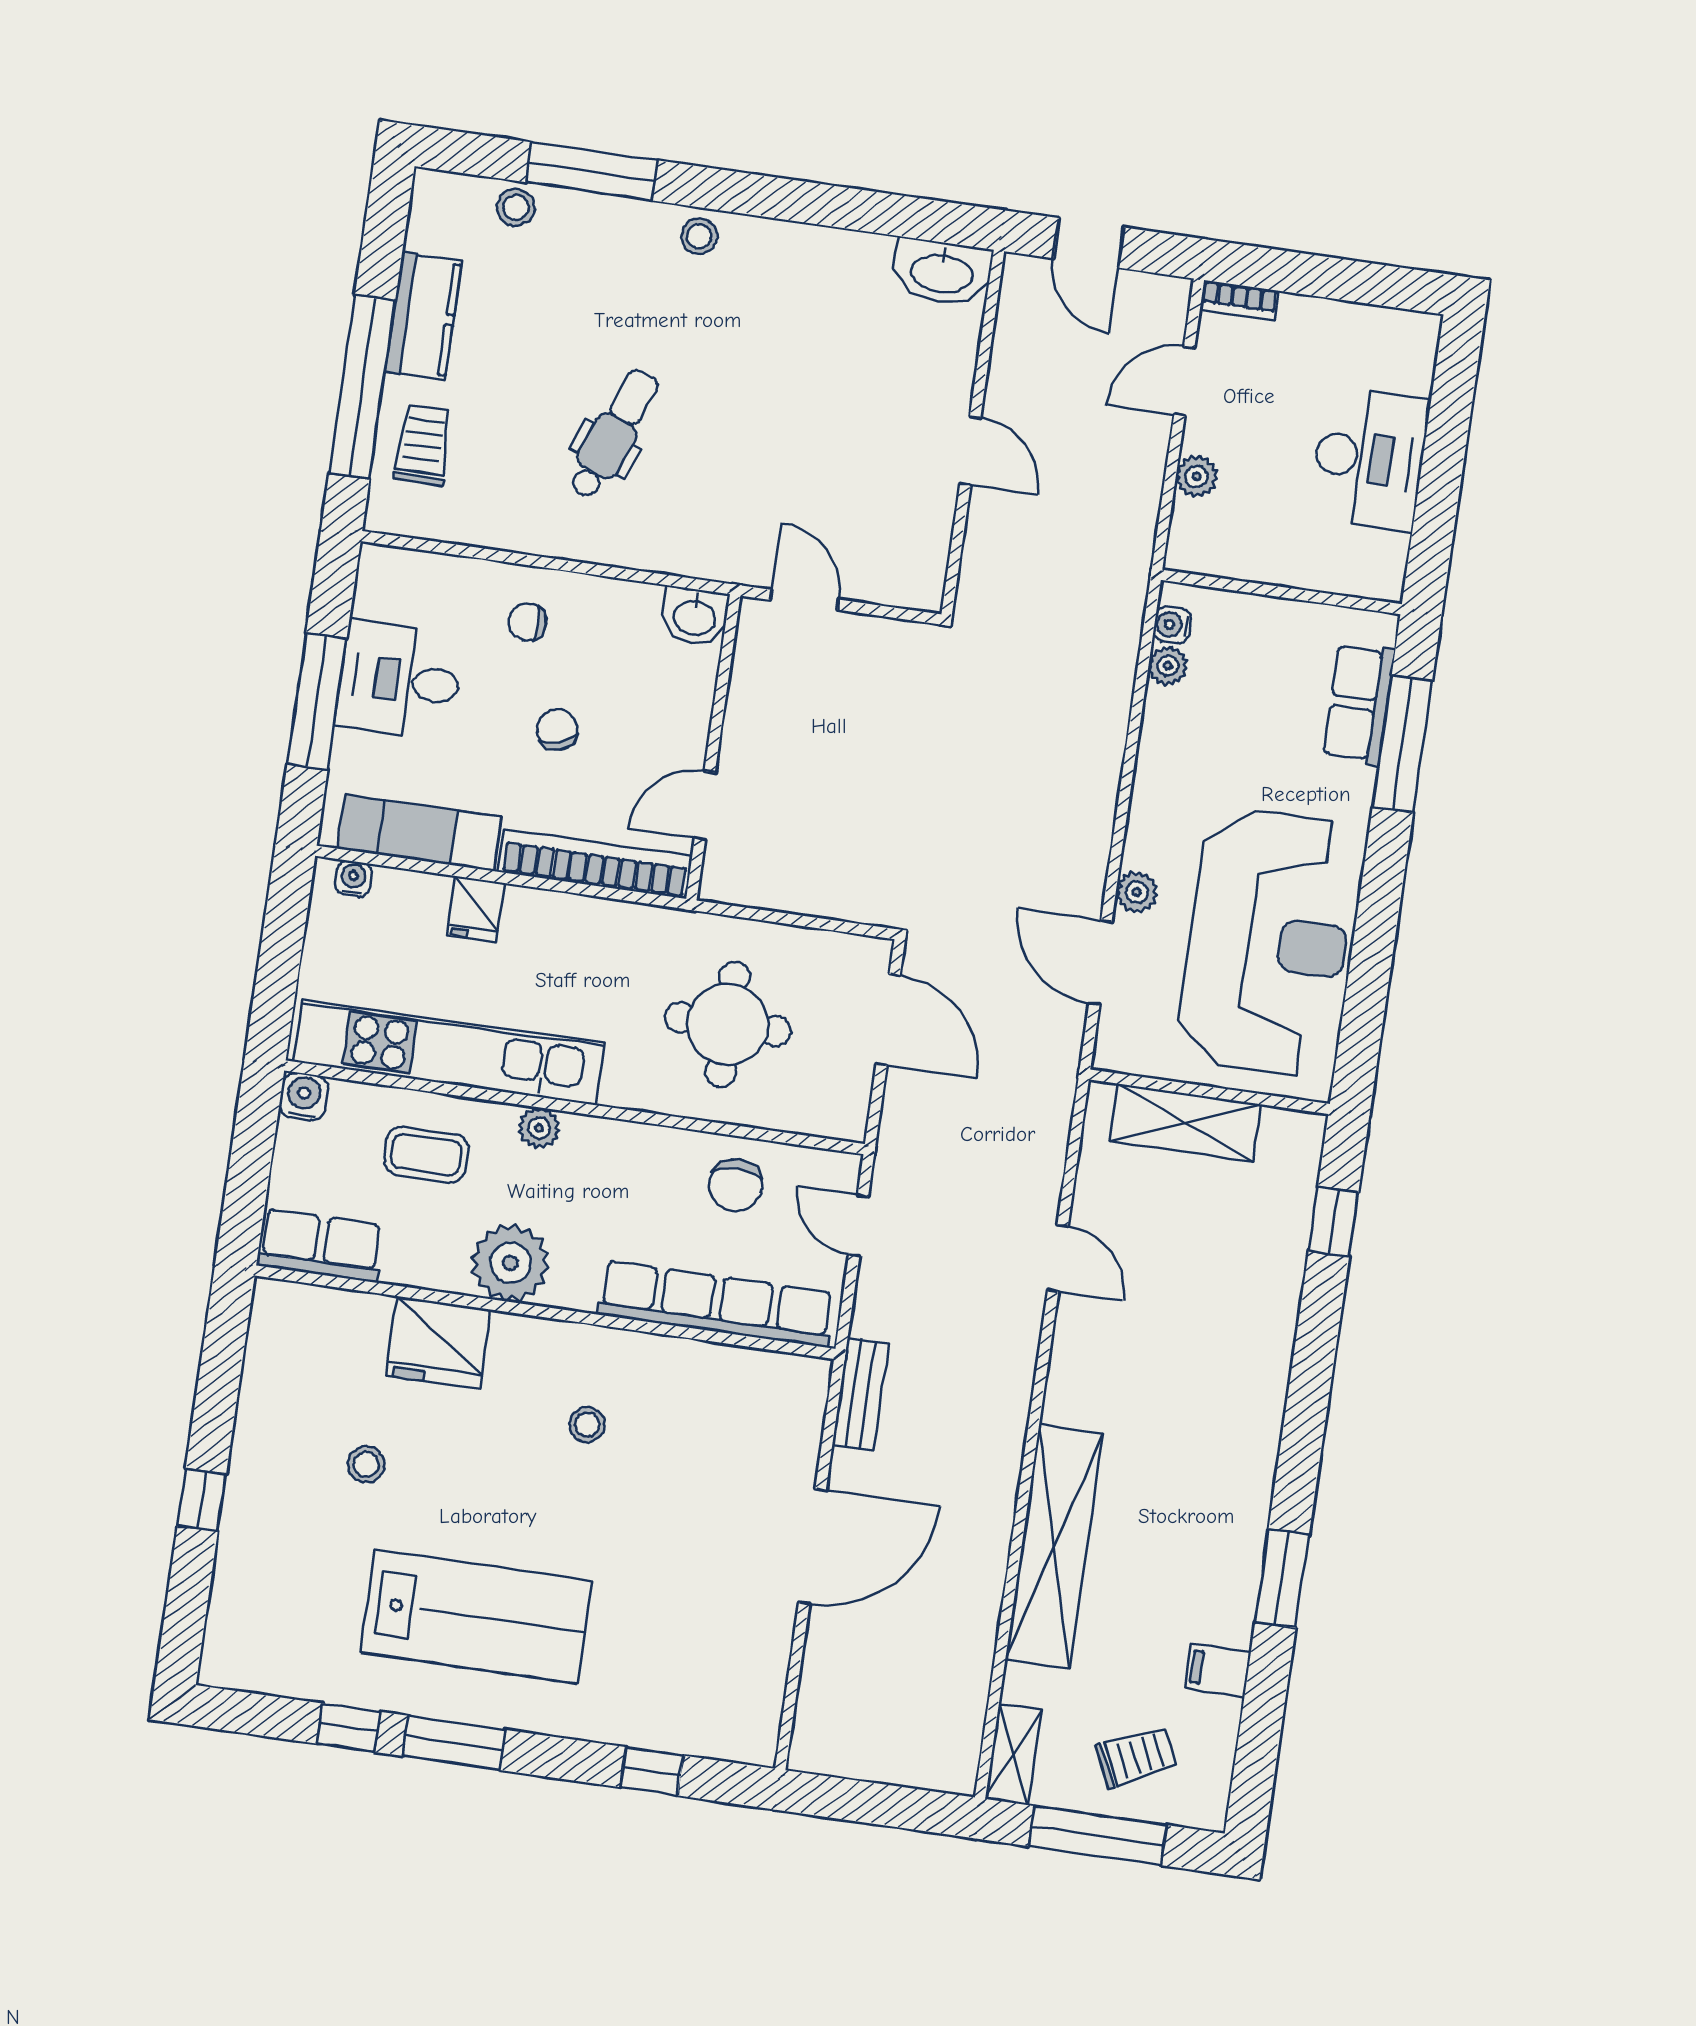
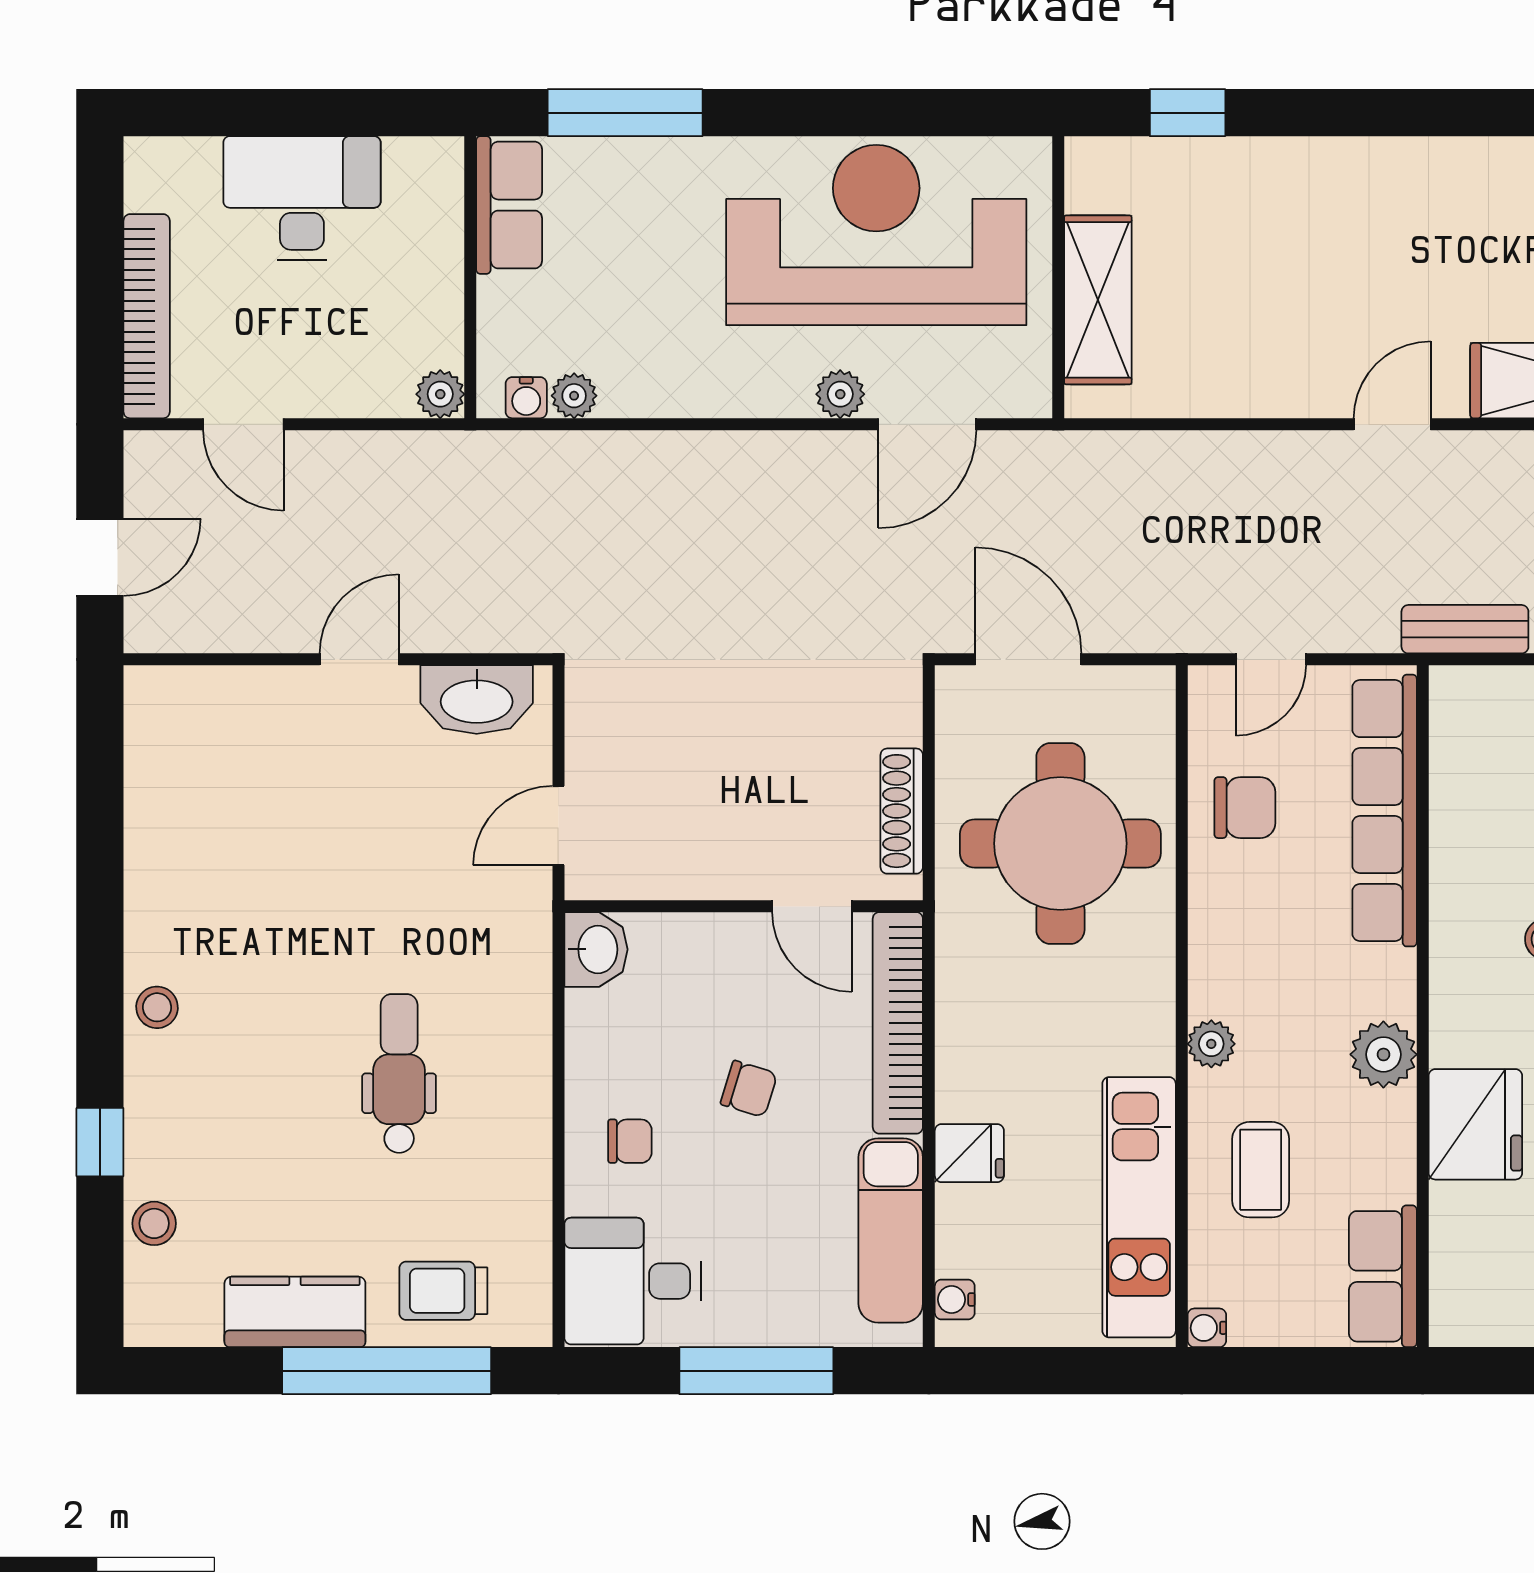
window: (592, 171) -> (100, 1142), width x0.46
washbasin: (942, 272) -> (477, 700), moved, turned 90
bookcase: (1239, 300) -> (147, 316), width x2.31, depth x1.31
dental chair: (613, 434) -> (399, 1073), turned 69
plant: (1197, 476) -> (440, 394), moved
chair: (527, 622) -> (630, 1141), turned -90
desk: (400, 680) -> (633, 1281), moved, turned 90
row of seats: (1359, 704) -> (509, 205), moved, turned -90
chair: (557, 729) -> (749, 1089), turned -145
shoe rack: (775, 893) -> (902, 811), added
door: (888, 1020) -> (1028, 659), hinge flipped
round table: (728, 1024) -> (1060, 843), width x1.36, depth x1.36
kitchen unit: (449, 1052) -> (1139, 1207), width x0.73
water cooler: (304, 1097) -> (1207, 1328), width x0.72, depth x0.72
door: (1058, 1258) -> (1392, 424), moved
plant: (510, 1263) -> (1383, 1054), width x0.73, depth x0.73

